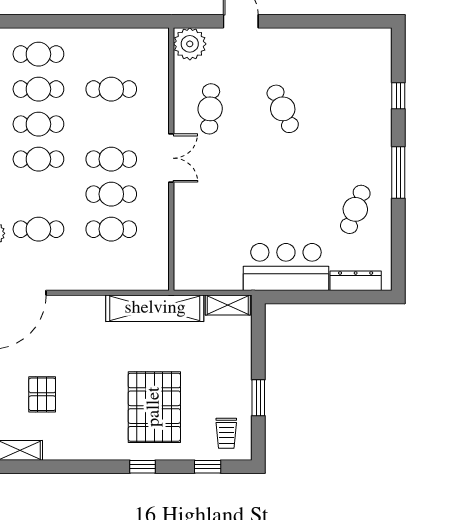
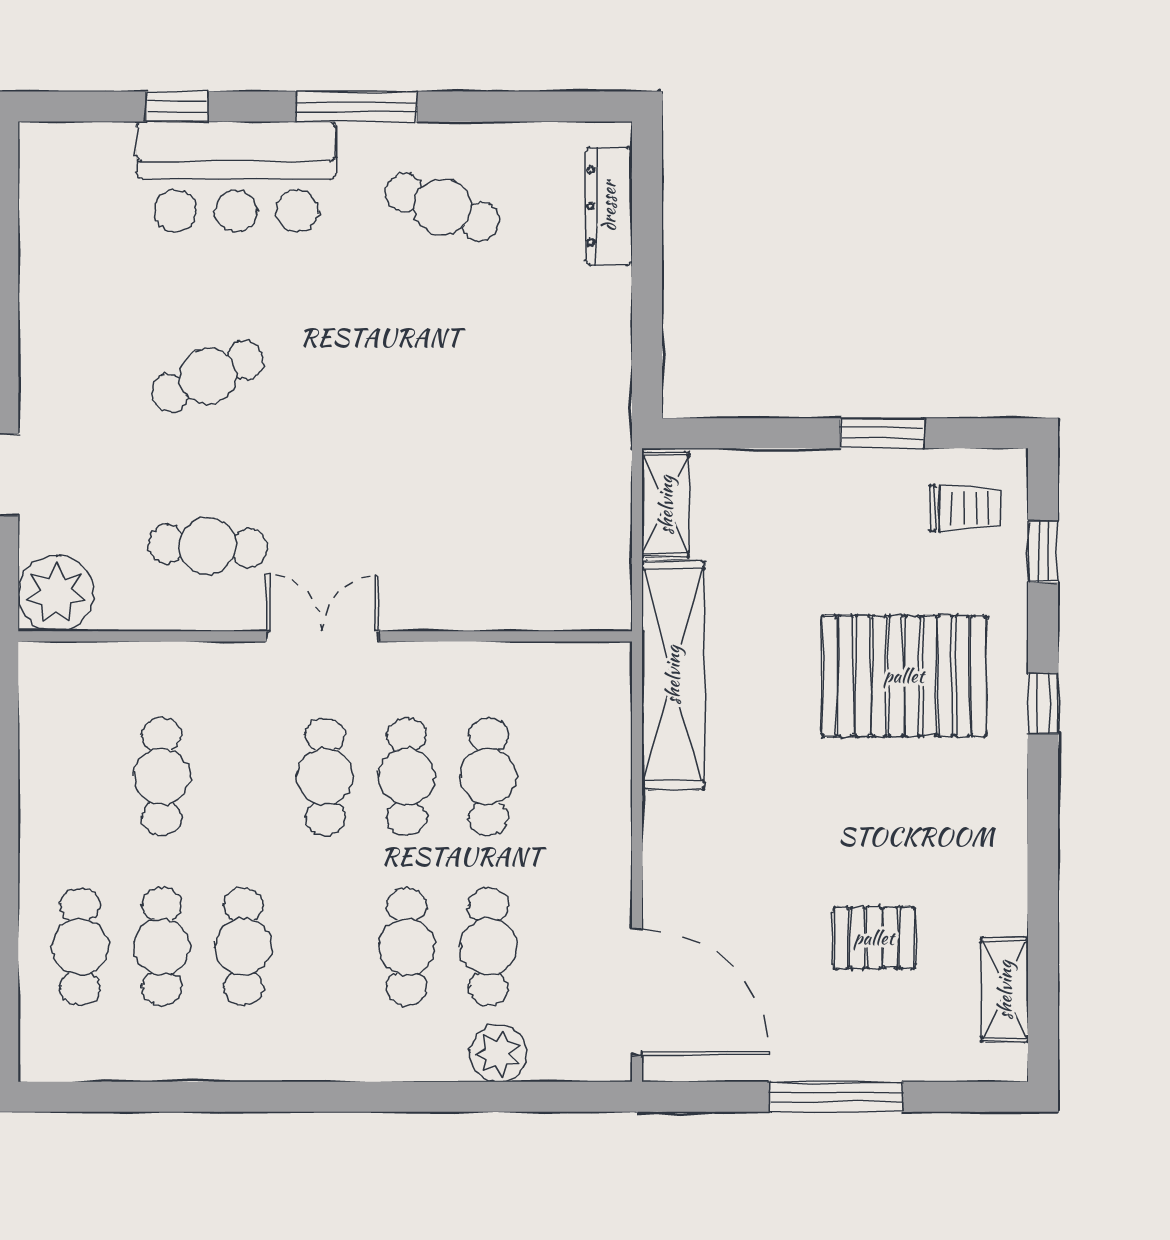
cafe table: (38, 159) -> (407, 947), moved
bar counter: (286, 267) -> (236, 177), moved, turned -90

